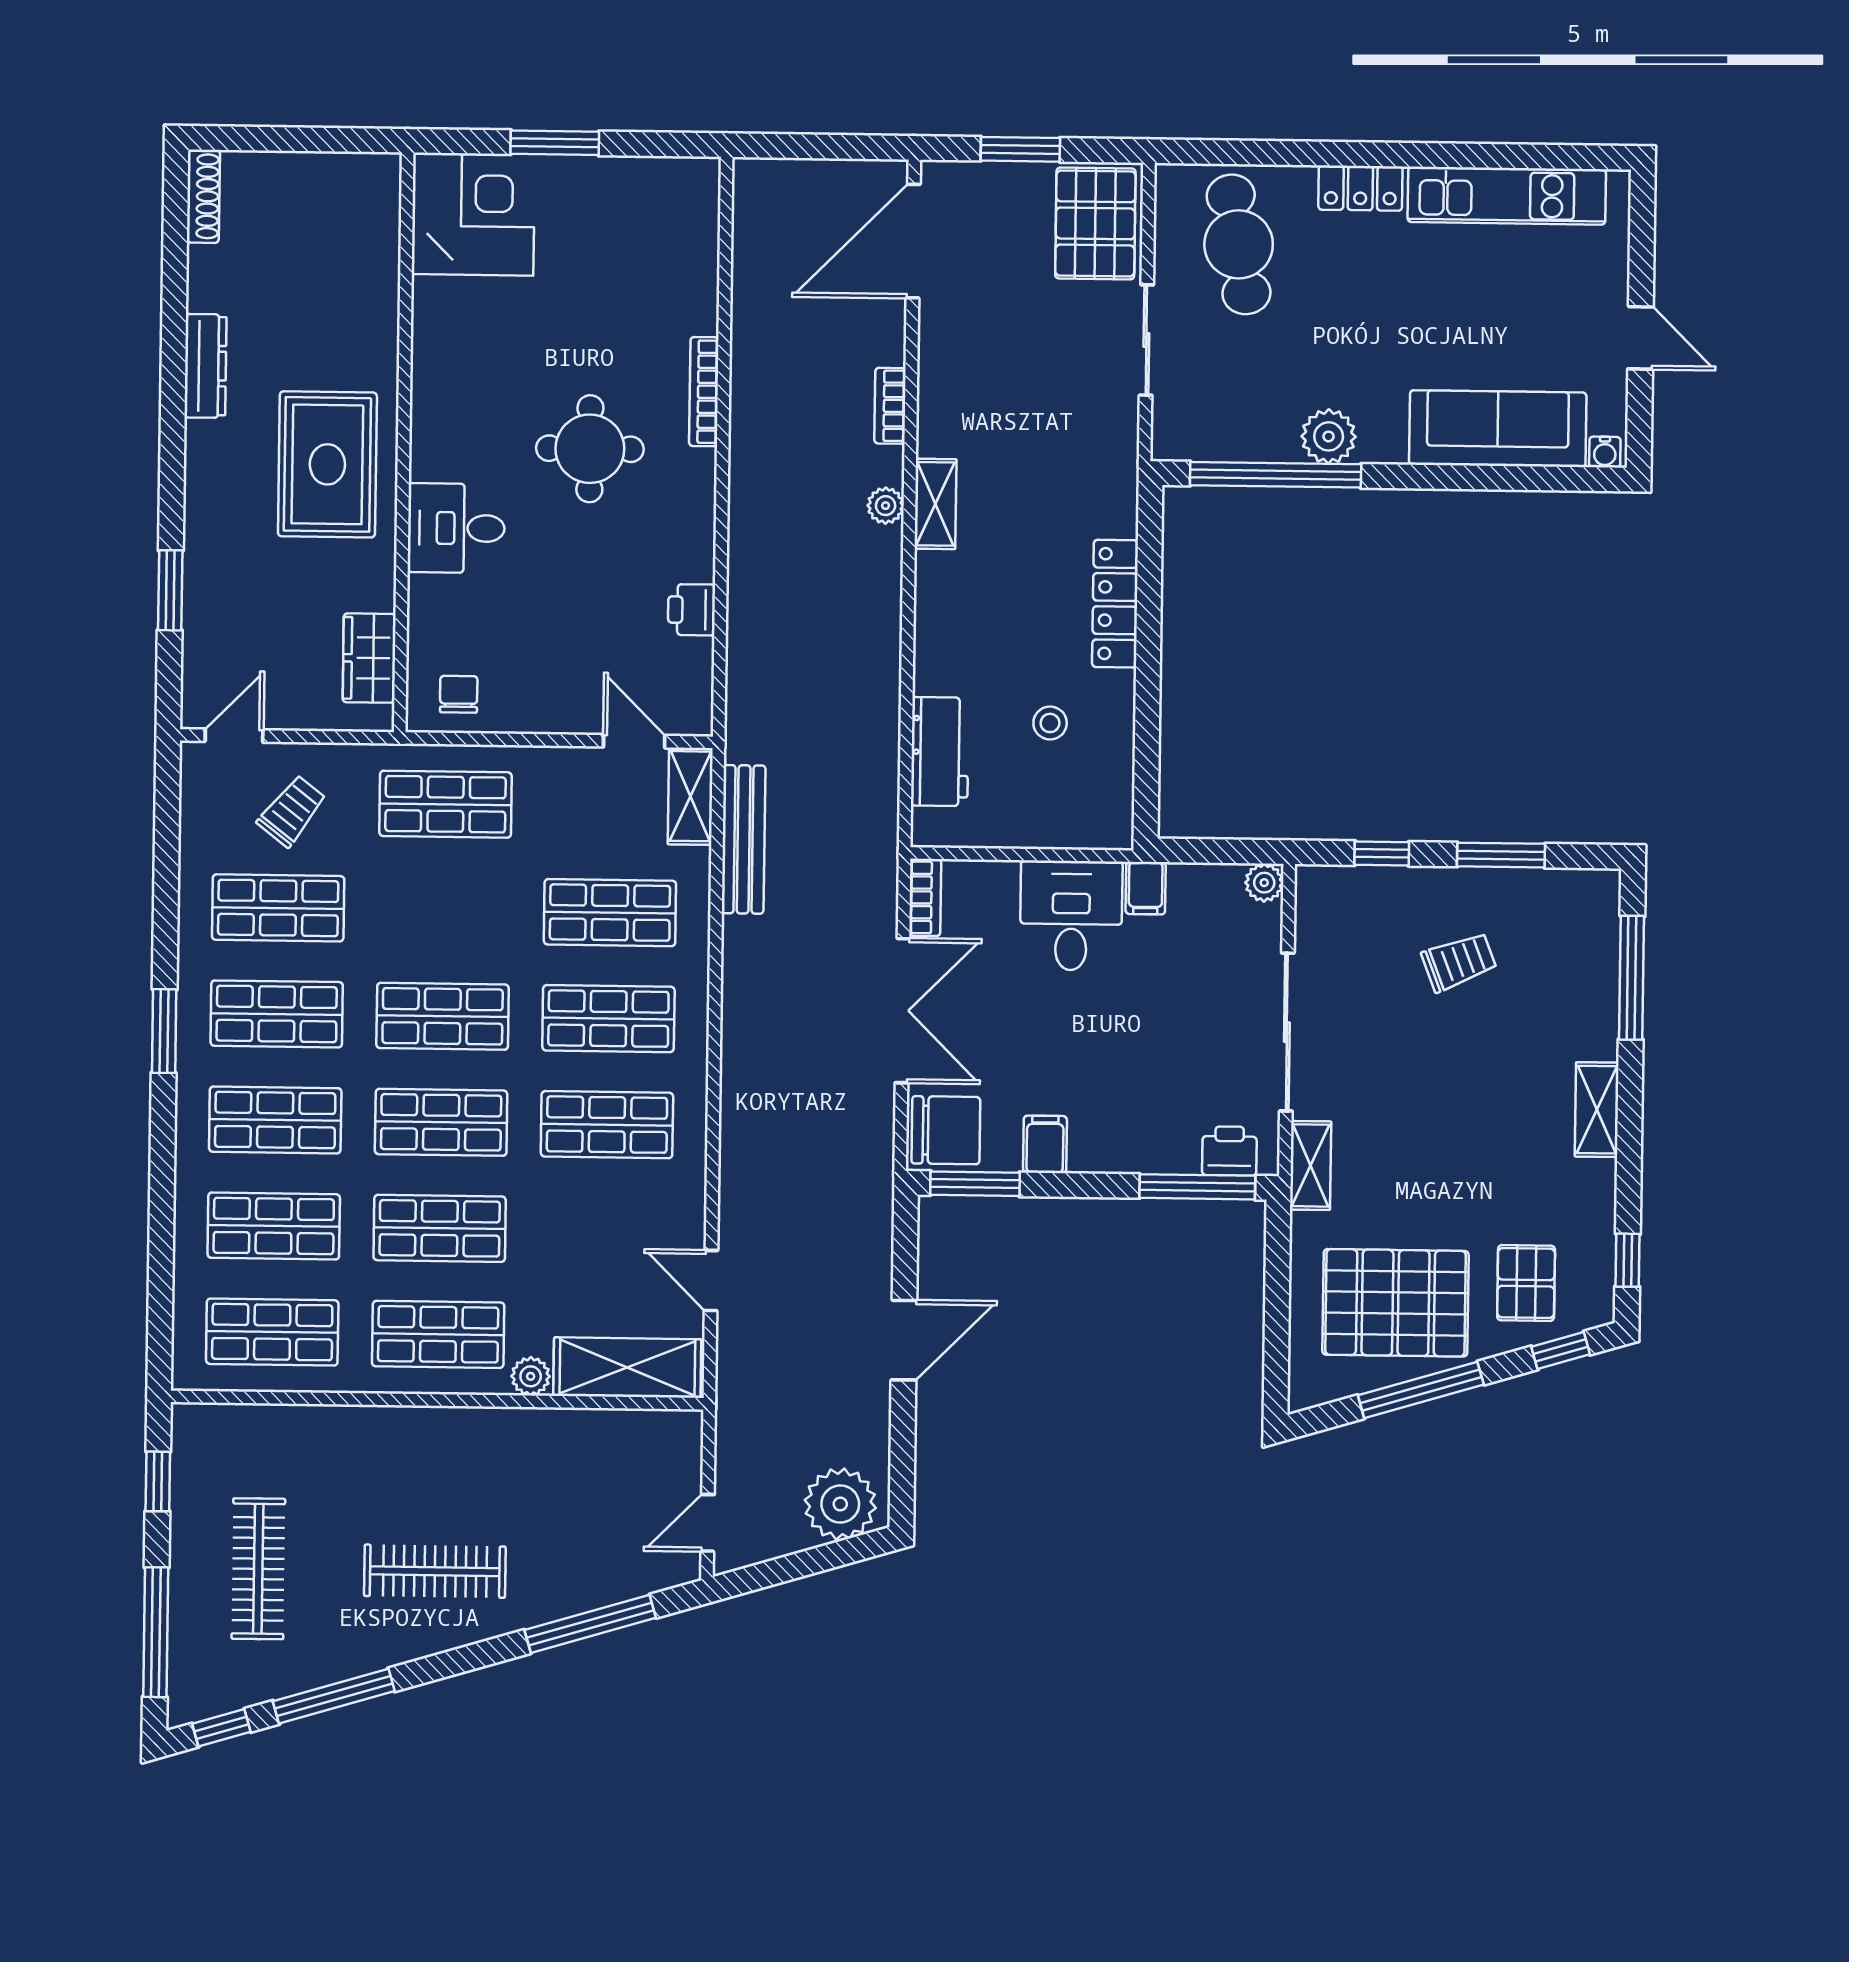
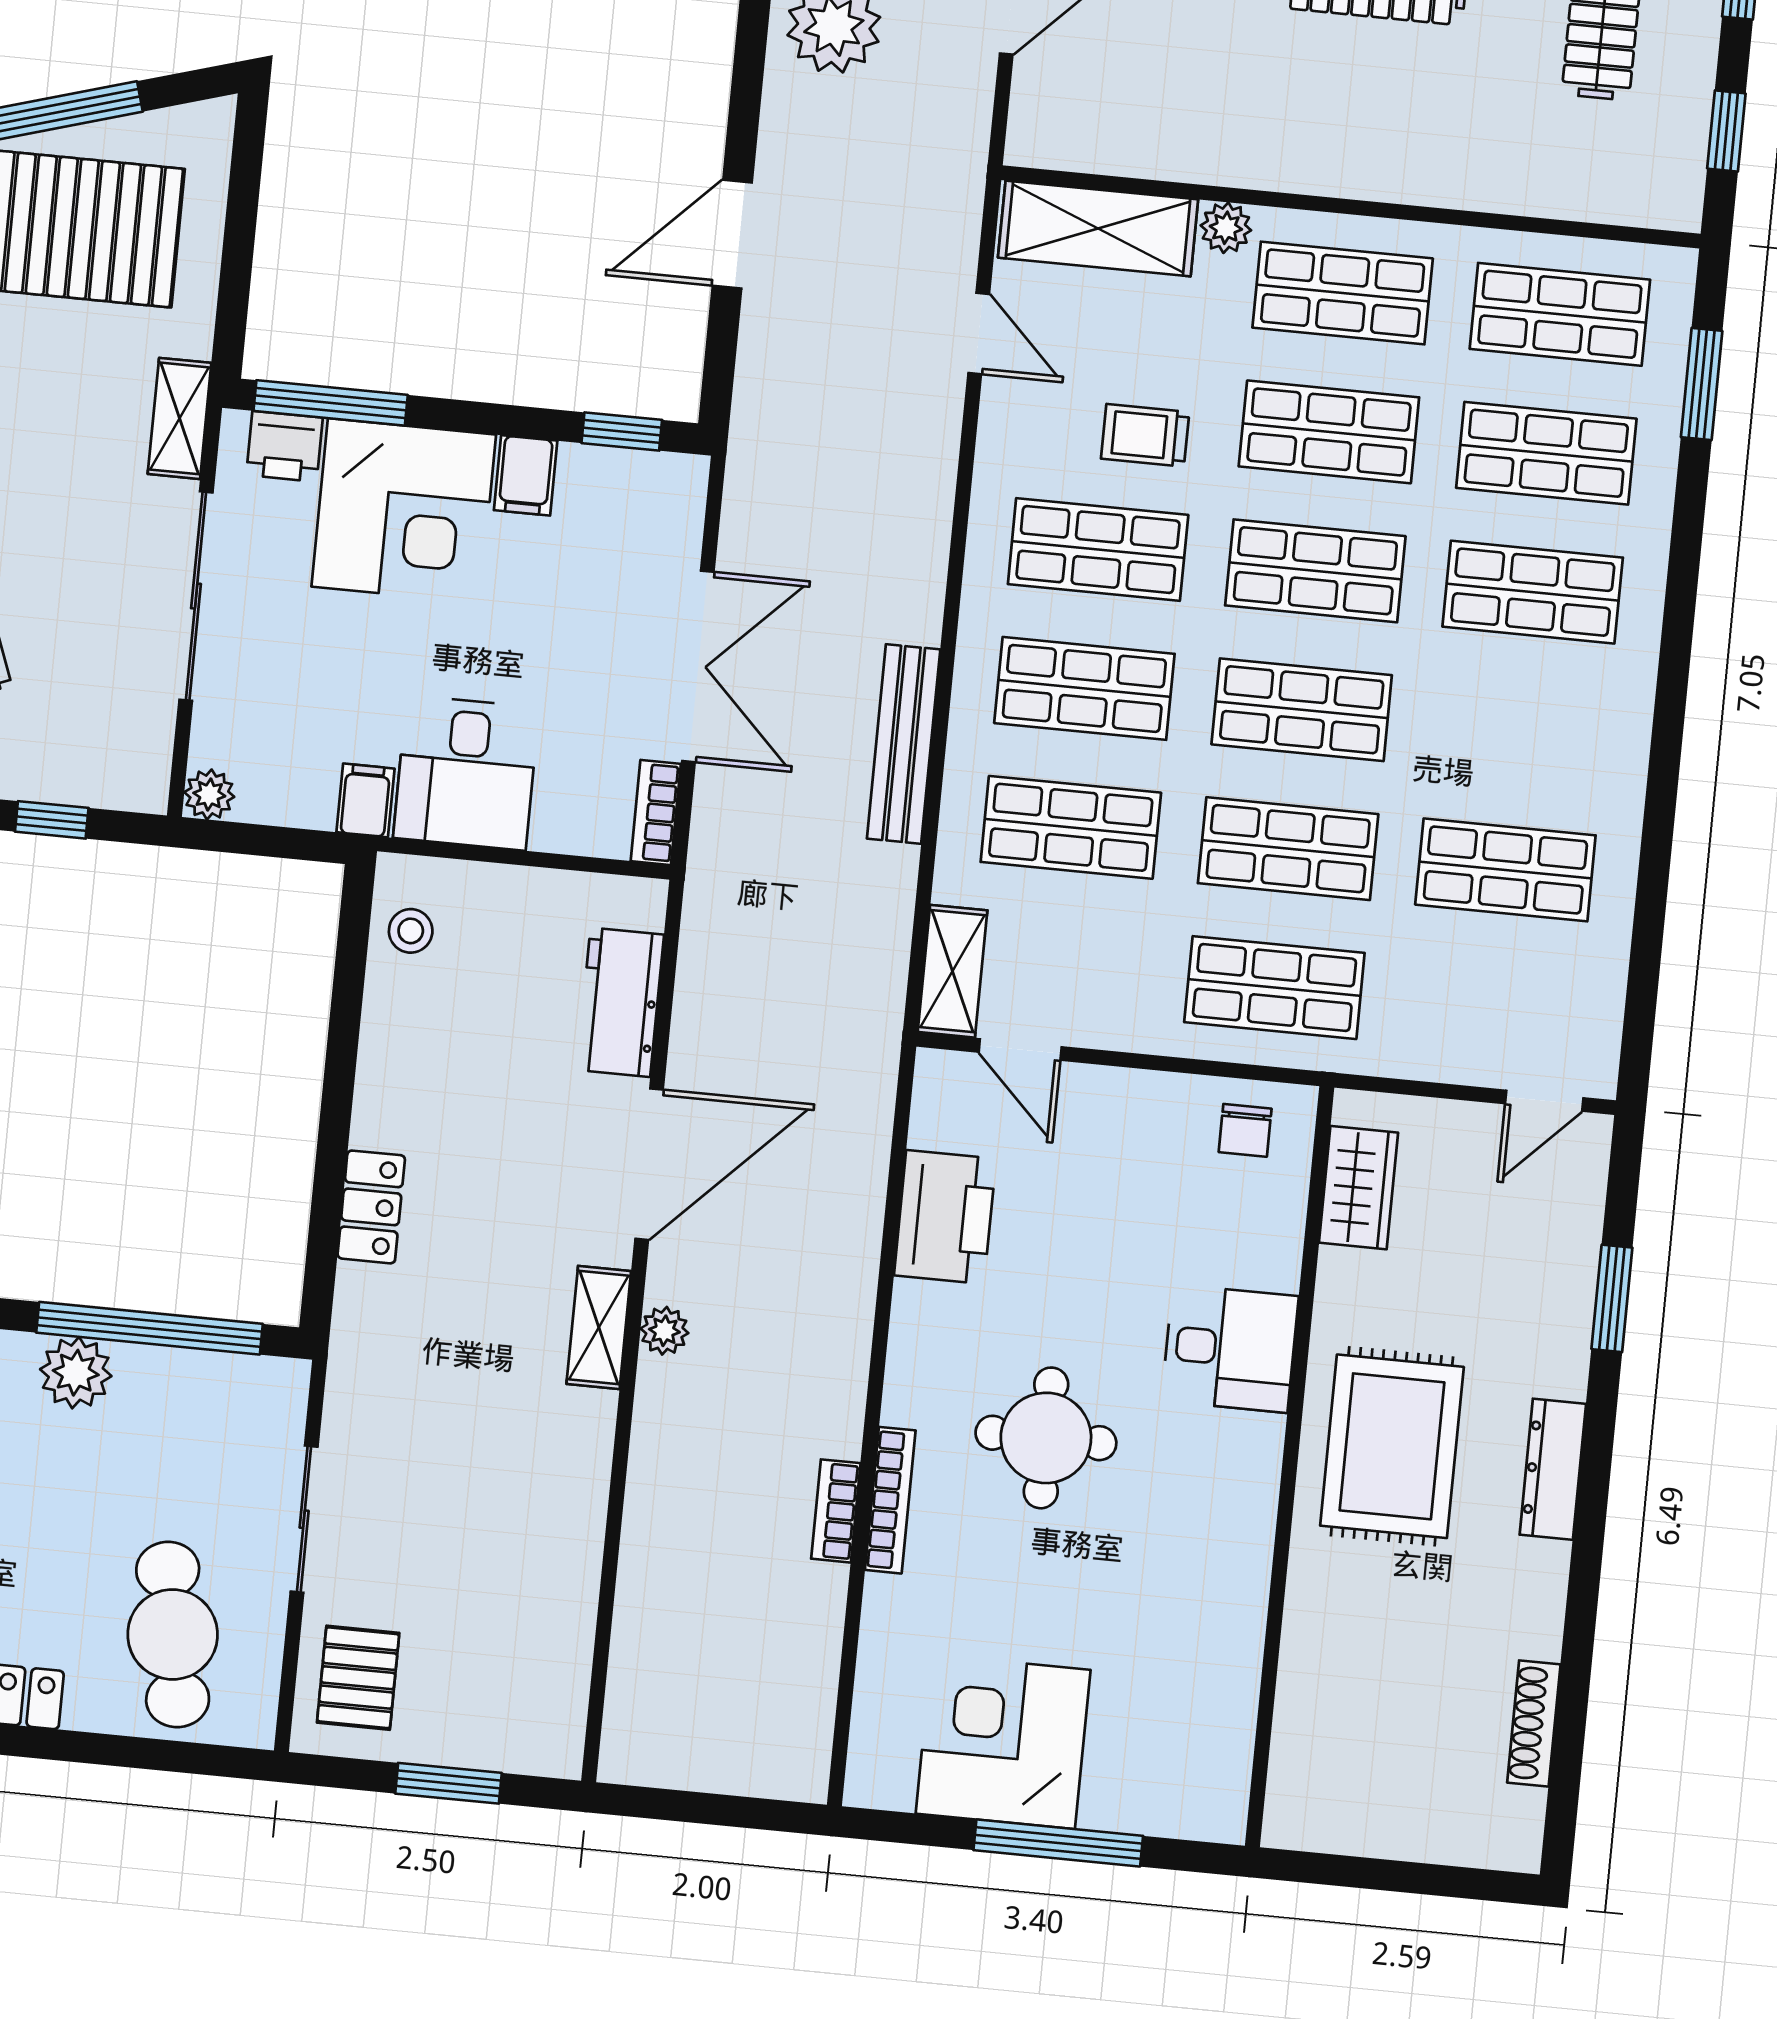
window: (555, 143) -> (1058, 1843), width x1.44
shoe rack: (203, 196) -> (1534, 1723), moved
corner desk: (473, 214) -> (1003, 1742), moved, turned 90
pallet: (1095, 223) -> (358, 1678), width x0.67, depth x0.71
door: (913, 241) -> (649, 1164), moved
dresser: (205, 366) -> (1553, 1469), moved
bookcase: (890, 406) -> (836, 1511), moved, turned 180
locker: (1115, 604) -> (371, 1207), width x0.66
printer: (691, 610) -> (945, 1217), width x1.87, depth x1.48
stool: (1050, 723) -> (411, 931), moved
trolley: (292, 811) -> (1145, 435), moved, turned 52
bench: (744, 839) -> (904, 744), moved
double door: (902, 1011) -> (698, 666), swing flipped
shop shelf: (277, 1014) -> (1288, 849), moved
window: (164, 1031) -> (1702, 384), moved
corner desk: (1135, 1110) -> (404, 511), added
chair: (946, 1130) -> (654, 505), removed
window: (975, 1184) -> (622, 431), width x0.67

